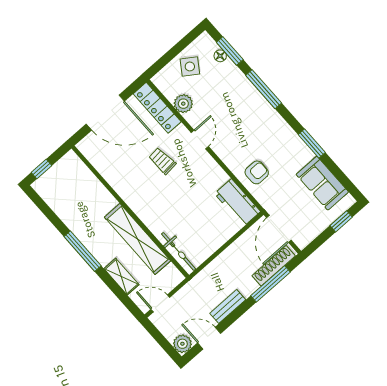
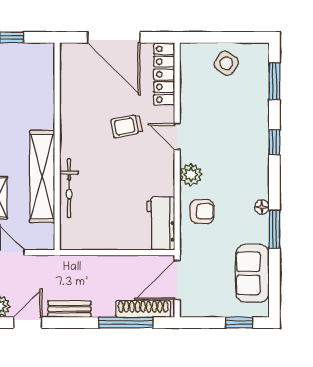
floor lamp: (220, 56) -> (262, 207), moved
window: (264, 89) -> (274, 142), width x0.46
plant: (183, 104) -> (191, 175), moved
door: (200, 139) -> (177, 137), swing flipped
trolley: (162, 161) -> (126, 126), turned -96
bicycle: (179, 252) -> (69, 188), moved
door: (209, 338) -> (28, 323), hinge flipped

